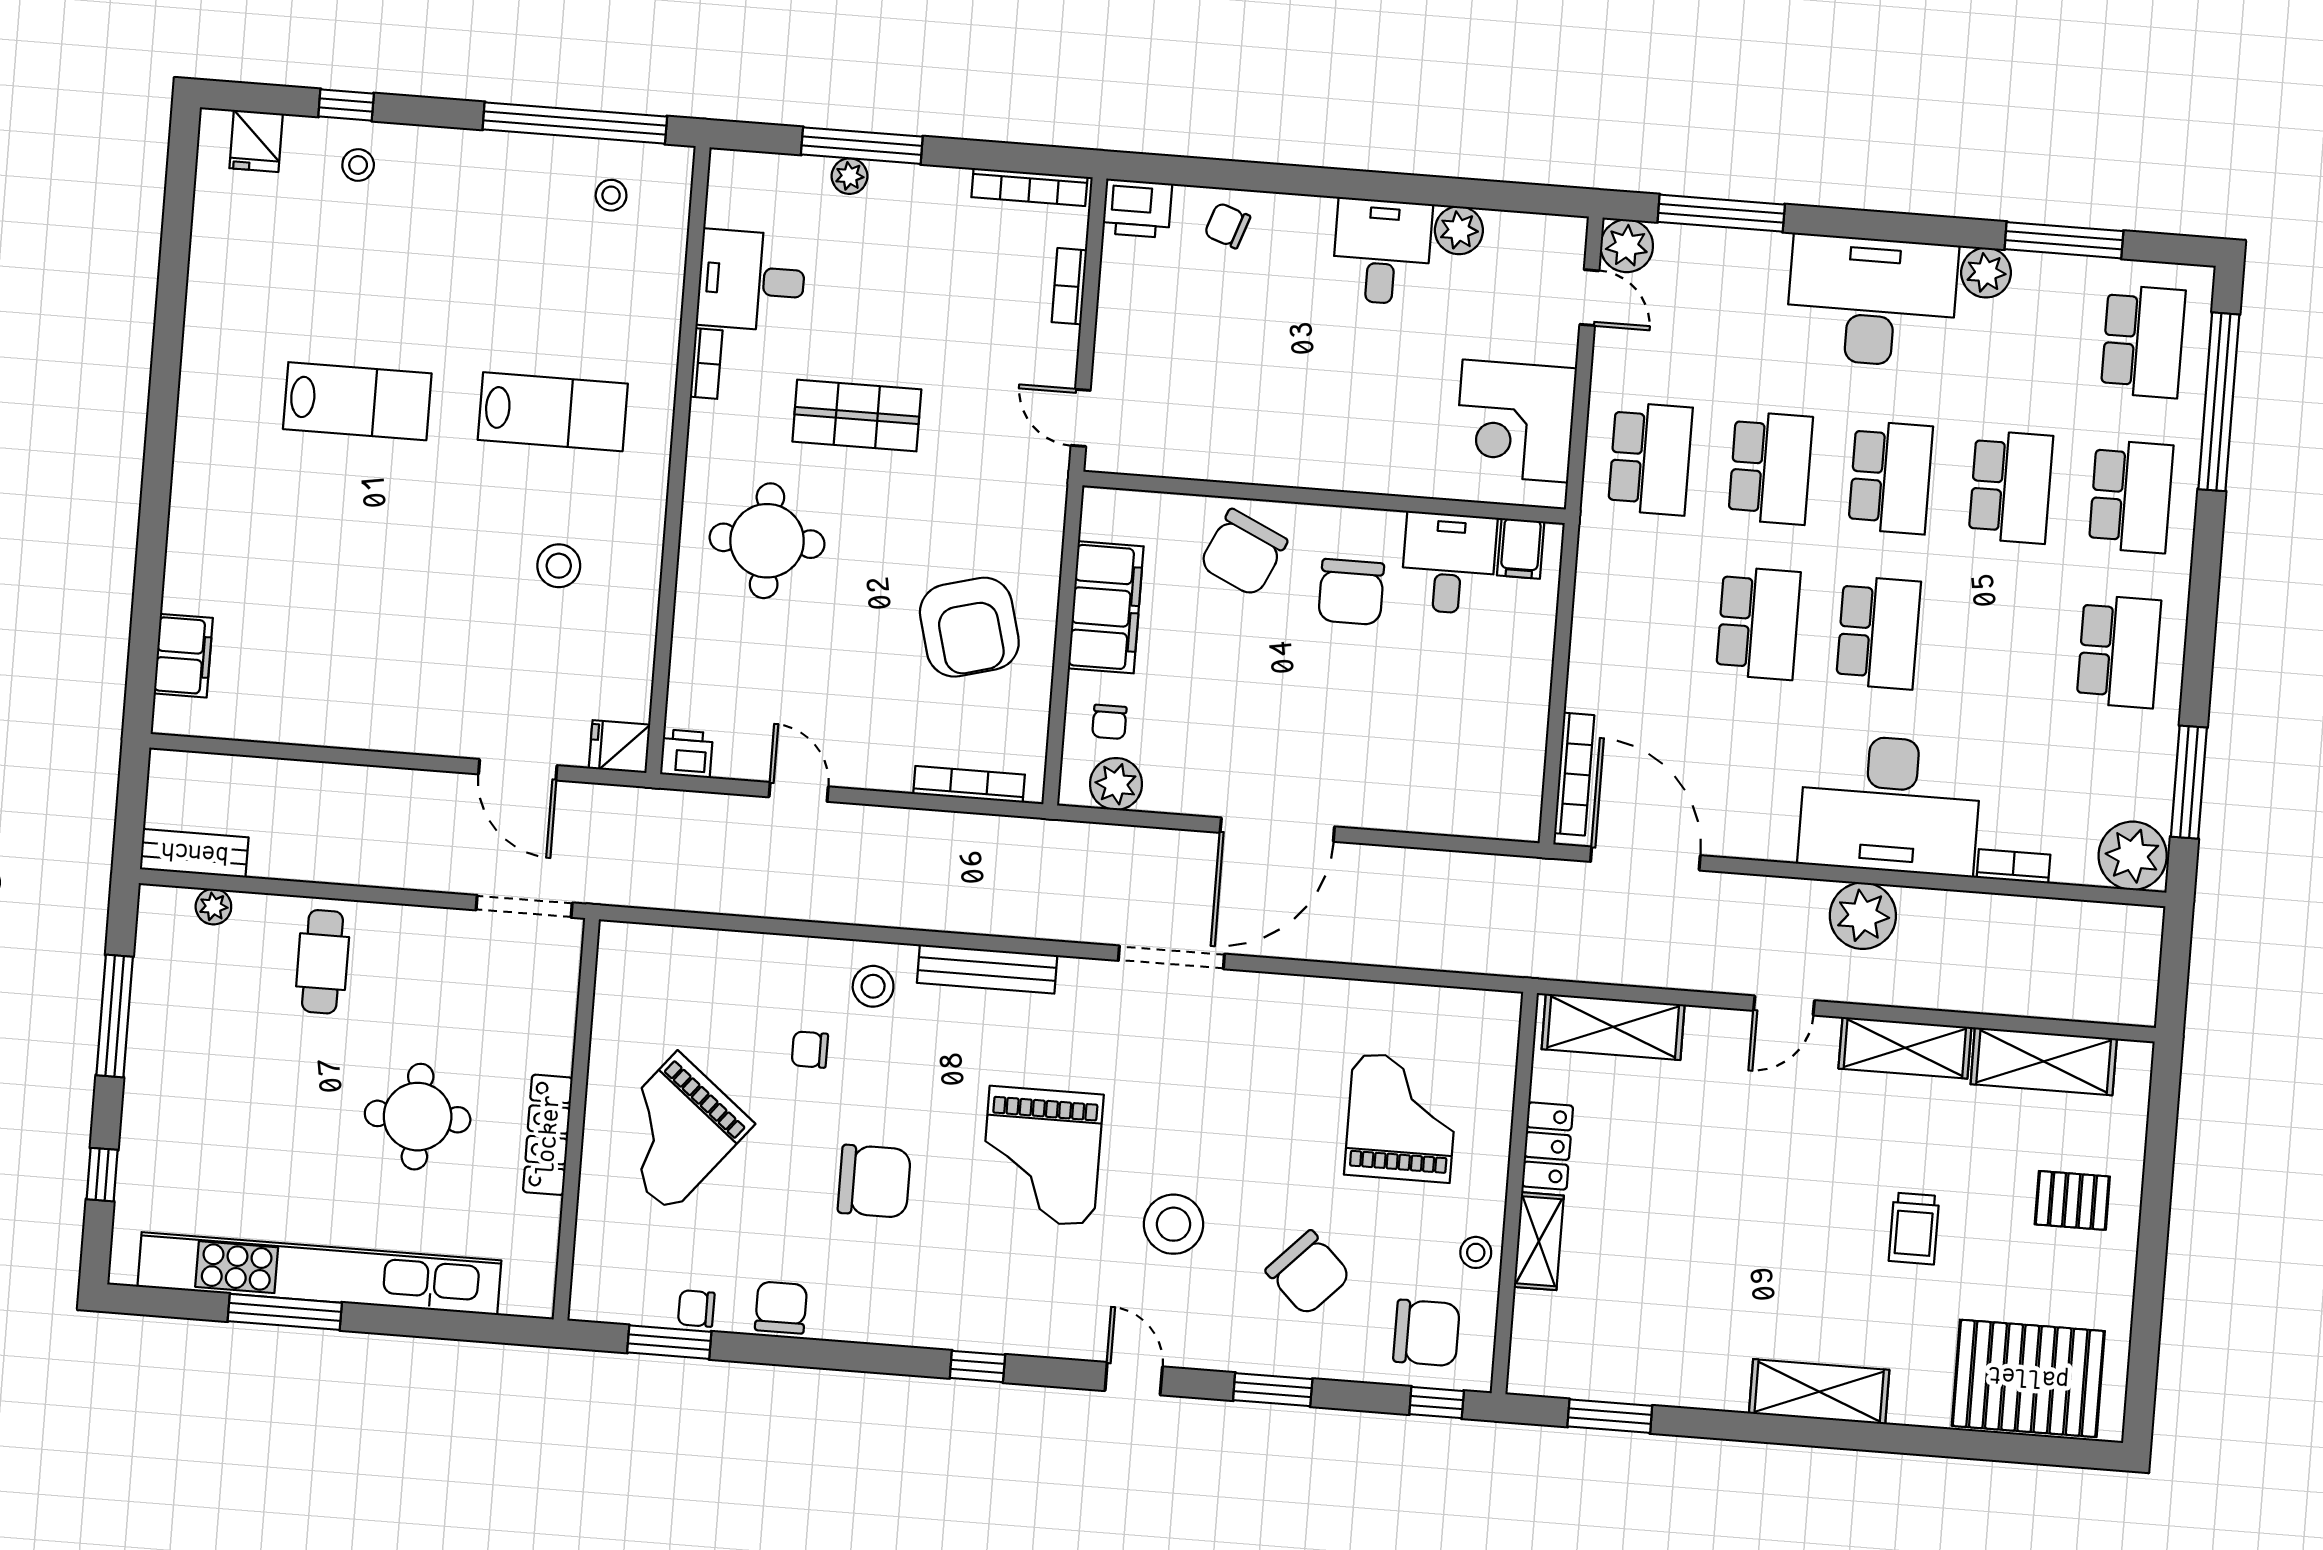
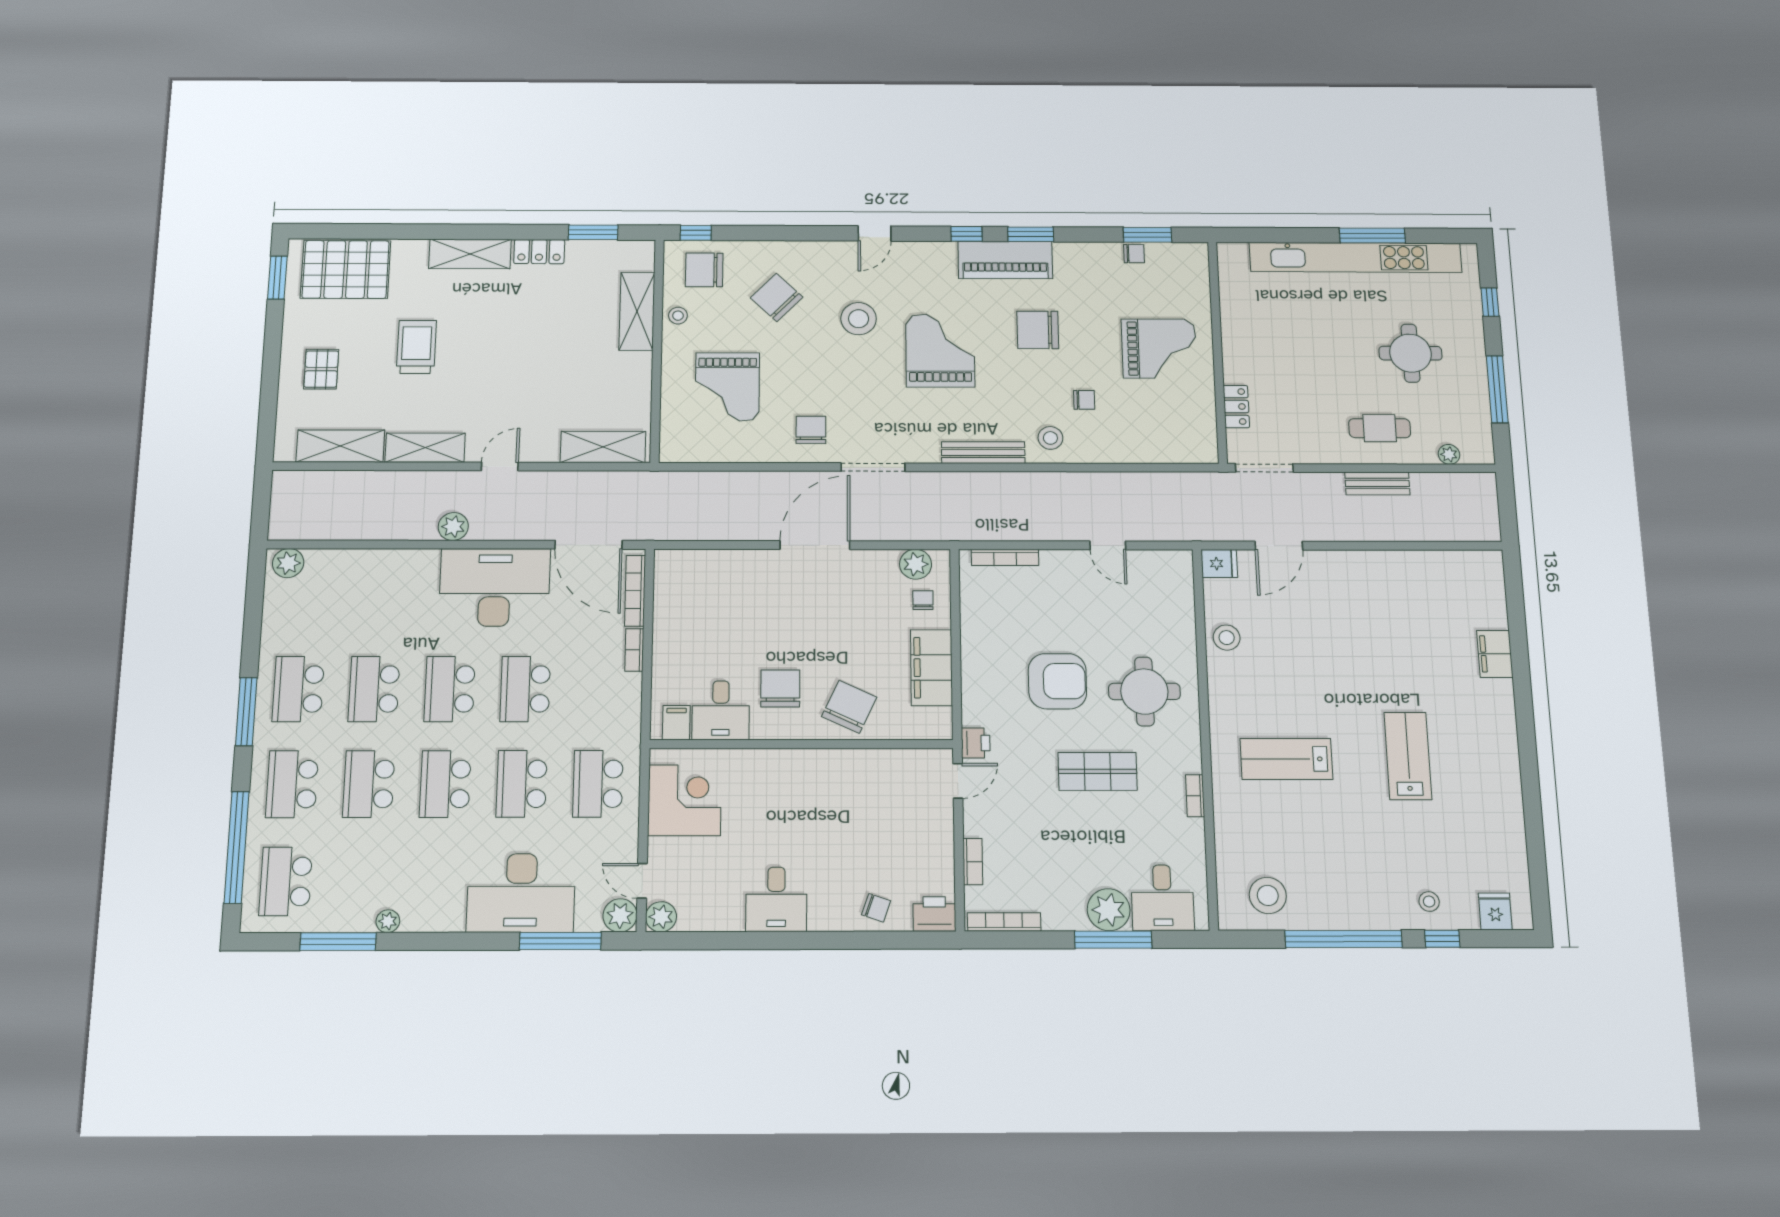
window: (575, 123) -> (1343, 939), moved
plant: (850, 176) -> (1109, 910), width x1.88, depth x1.88
stool: (611, 195) -> (1268, 895), width x1.89, depth x1.89
plant: (1459, 230) -> (661, 917), moved
plant: (1986, 273) -> (388, 921), width x0.73, depth x0.73
desk: (751, 280) -> (1162, 898), moved, turned 90
desk: (1872, 301) -> (521, 893), moved
lab bench: (357, 401) -> (1408, 756), turned 90
door: (1081, 418) -> (958, 781), hinge flipped
stool: (559, 566) -> (1227, 638), moved
armchair: (969, 627) -> (1057, 681), moved, turned 105
school desk: (1999, 642) -> (374, 689), added
filing cabinet: (183, 656) -> (1495, 654), moved
printer: (687, 754) -> (976, 743), moved, turned -90
door: (518, 770) -> (1279, 546), swing flipped
window: (2189, 782) -> (246, 712), moved
desk: (1890, 805) -> (495, 587), moved
bench: (194, 853) -> (1377, 483), moved
plant: (2133, 856) -> (288, 563), width x0.73, depth x0.73
bookcase: (2013, 866) -> (634, 650), moved, turned 90
plant: (1863, 916) -> (453, 527), width x0.73, depth x0.73
cafe table: (323, 962) -> (1380, 428), turned 90
round table: (418, 1117) -> (1410, 353), moved
grand piano: (674, 1132) -> (1159, 349), turned 51
locker: (548, 1135) -> (1236, 407), moved, width x0.66
locker: (1547, 1146) -> (539, 252), moved, turned -90
pallet: (2072, 1200) -> (321, 369), turned 90
trolley: (1914, 1228) -> (416, 347), width x1.36, depth x1.39
shelving: (1539, 1241) -> (637, 311), width x1.50, depth x1.33
chair: (781, 1308) -> (811, 430), moved, turned 180
piano: (916, 1313) -> (1005, 260), added
window: (2142, 1372) -> (277, 278), added
door: (1134, 1379) -> (875, 234), hinge flipped
window: (1273, 1390) -> (1031, 234), moved

